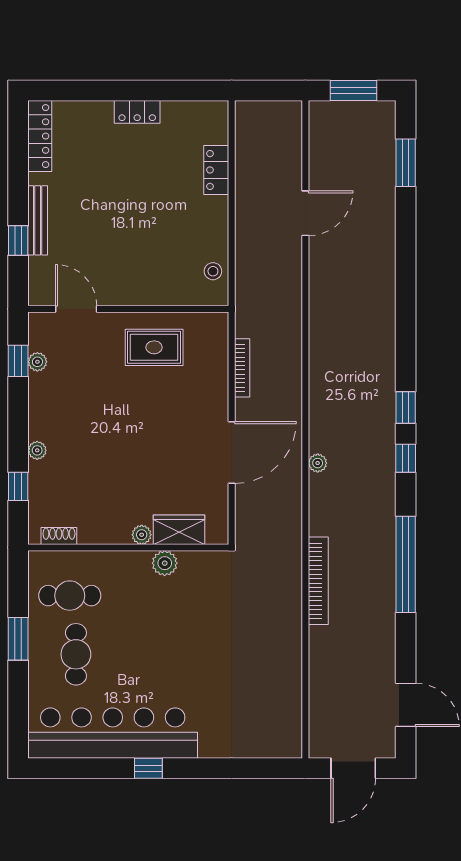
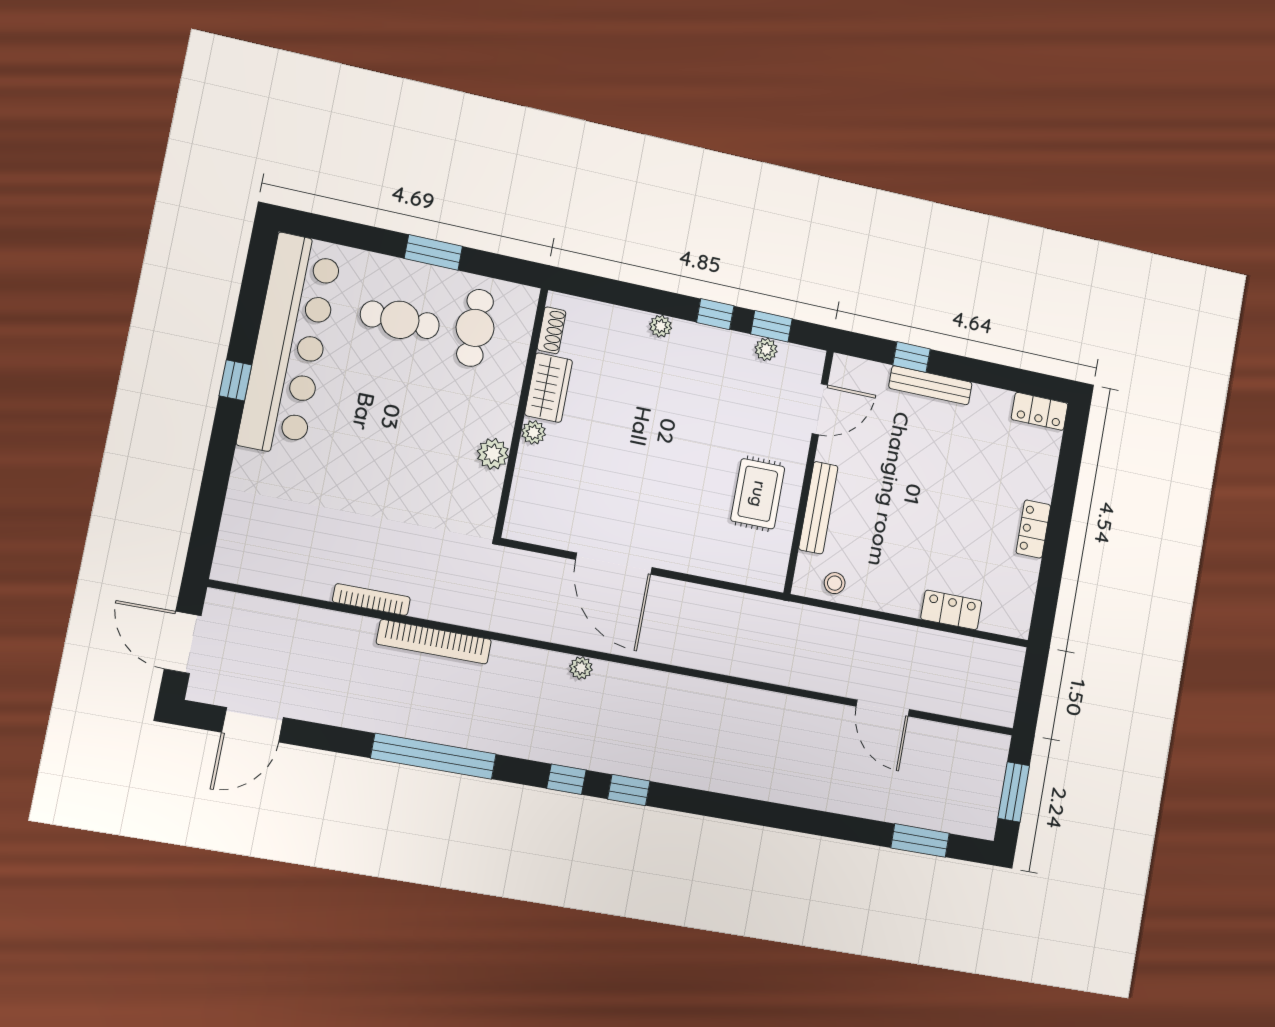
locker: (40, 136) -> (1040, 411), width x0.66
bench: (155, 296) -> (818, 508), added
bookcase: (242, 368) -> (371, 600), moved, turned 180
window: (18, 486) -> (715, 314), moved
wardrobe: (179, 530) -> (549, 388), moved

